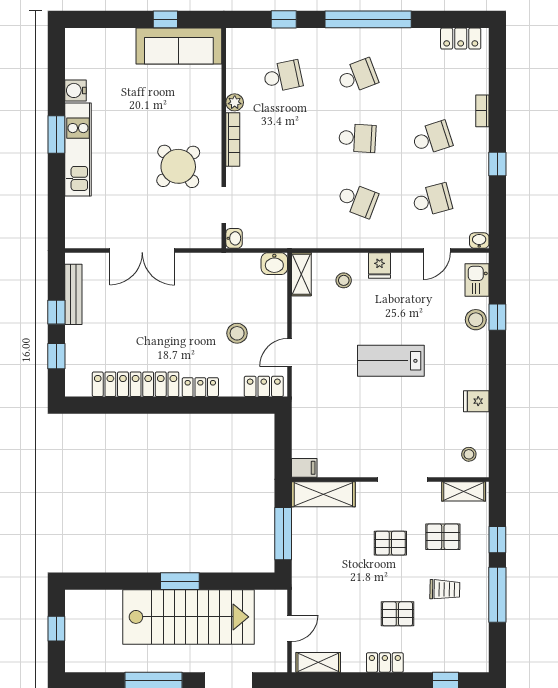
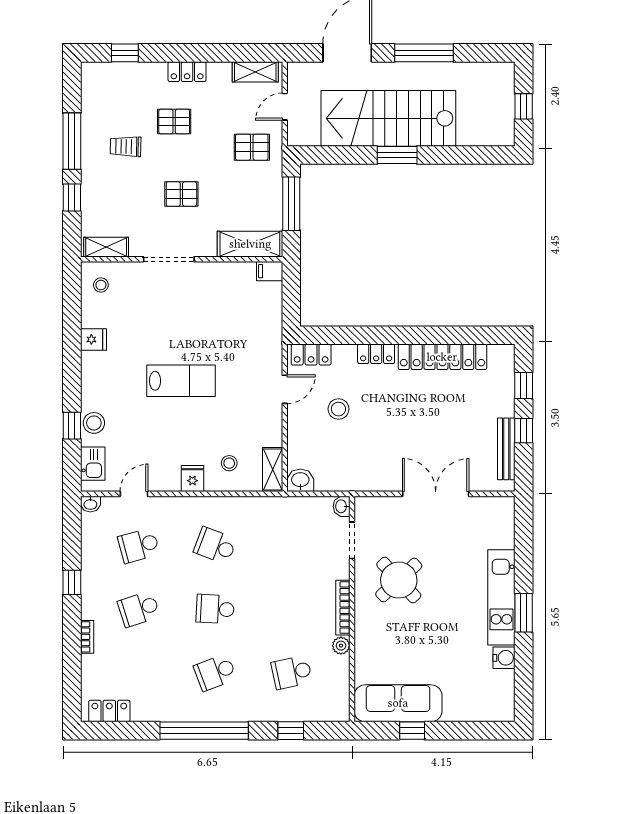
pallet: (443, 537) -> (252, 147), moved

